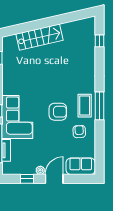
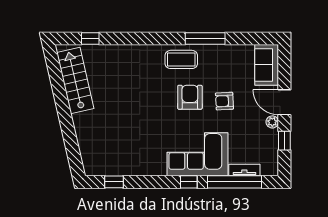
stairs: (40, 37) -> (75, 80), moved
window: (99, 106) -> (205, 38), moved
armchair: (79, 132) -> (224, 101), moved

